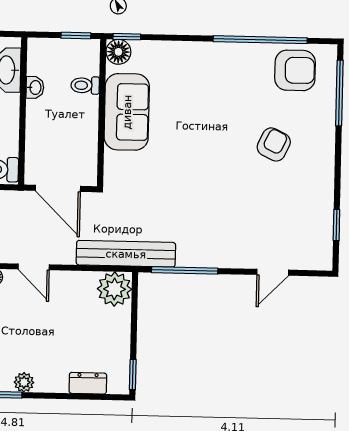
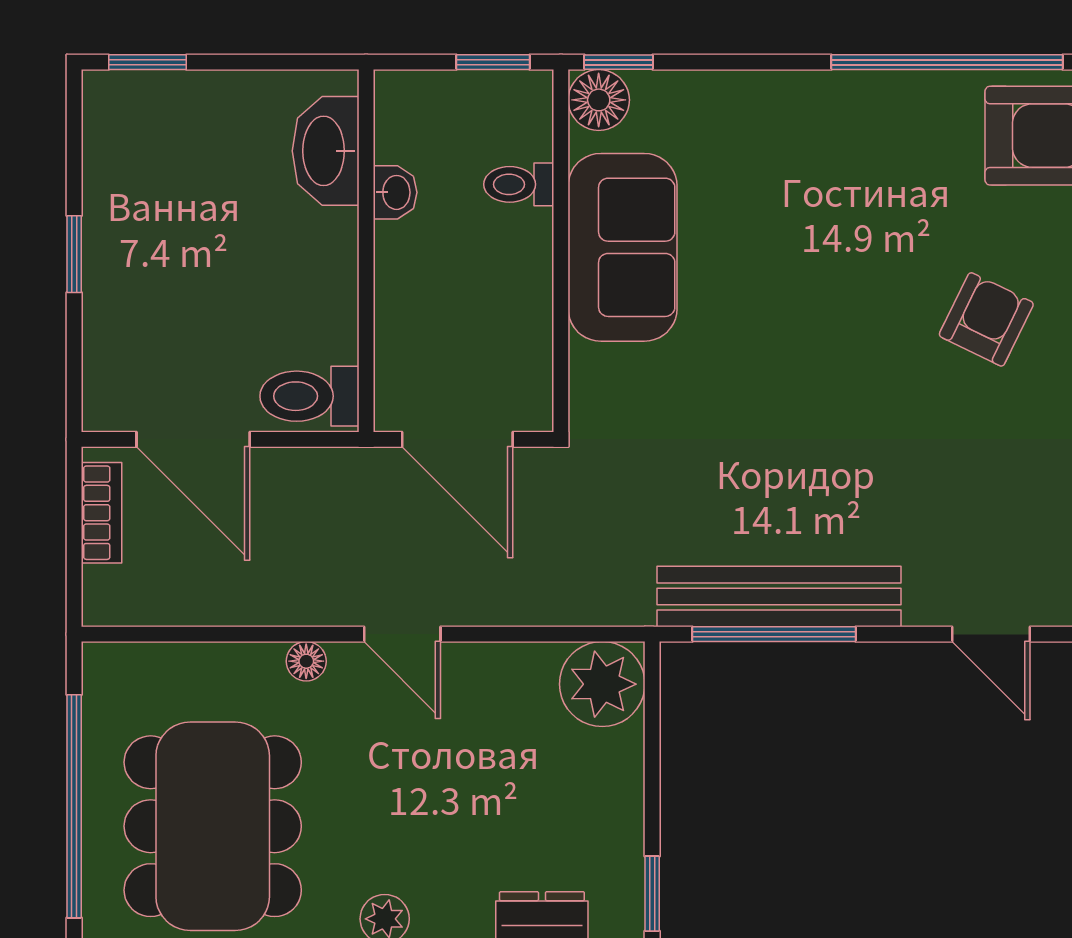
bench: (126, 254) -> (779, 597), moved
door: (273, 272) -> (991, 634), hinge flipped

